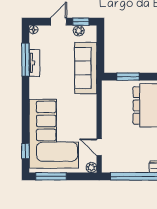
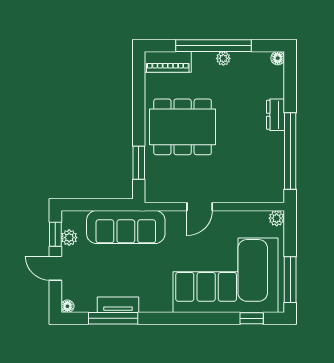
door: (99, 147) -> (200, 207), moved

